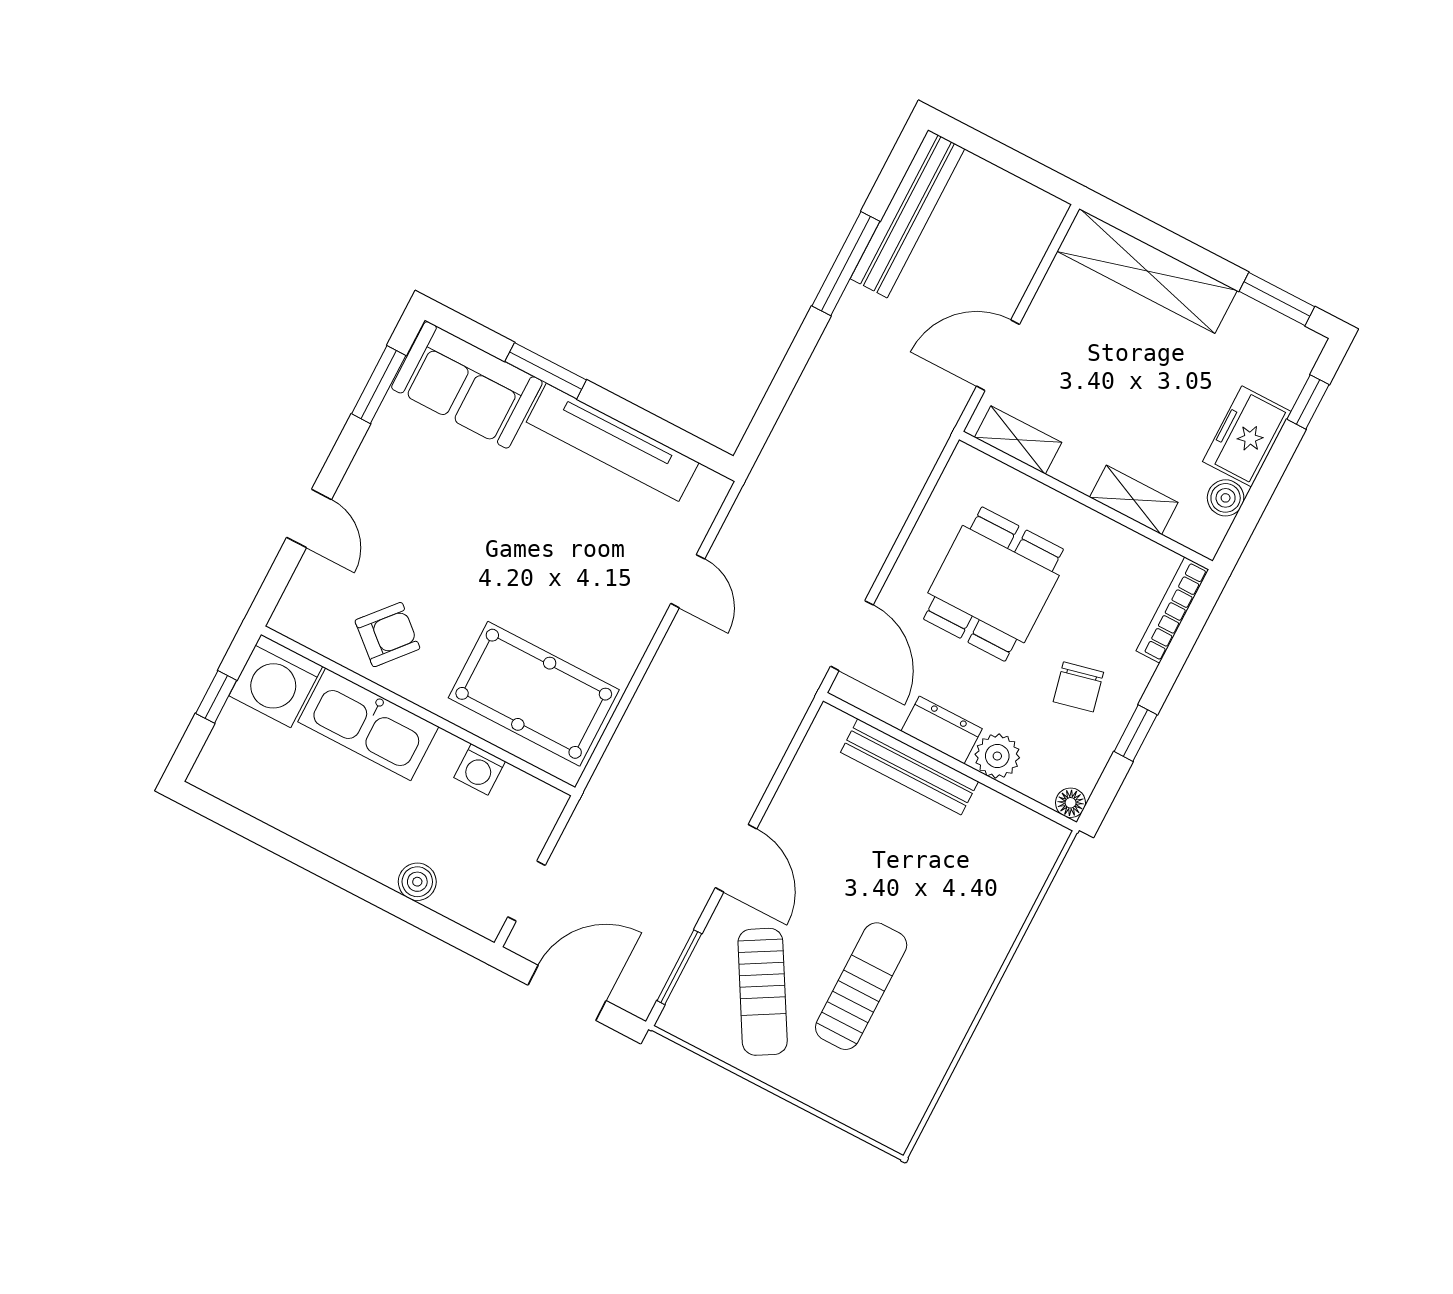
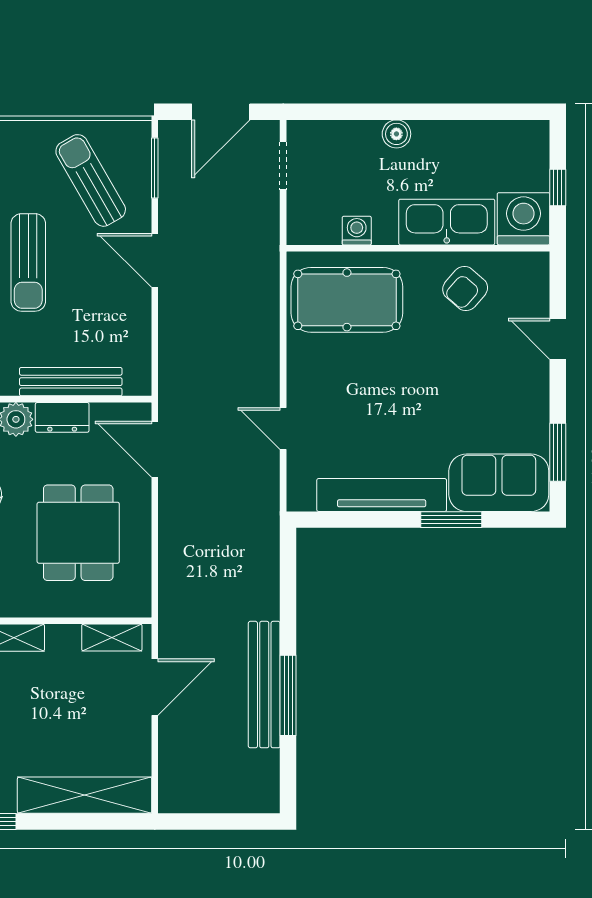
bench: (908, 214) -> (264, 685), moved
boiler: (417, 882) -> (396, 134), moved
sun lounger: (861, 986) -> (28, 262), moved

